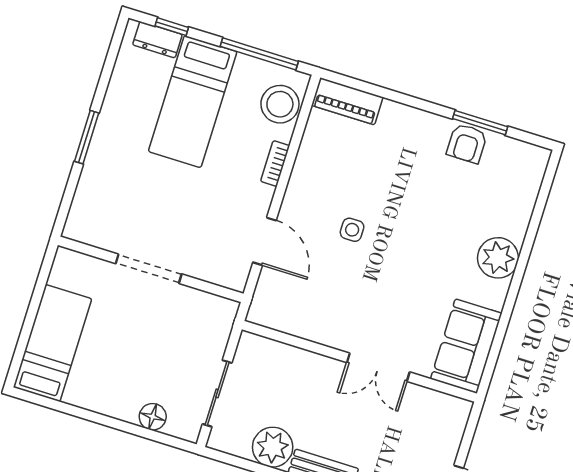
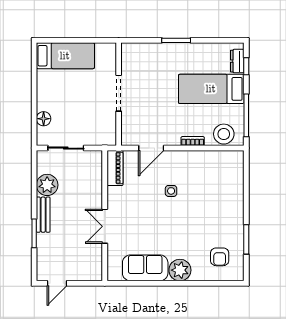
piano: (347, 101) -> (115, 168), moved, turned 180
armchair: (467, 143) -> (220, 257), moved, turned -90
sofa: (466, 346) -> (145, 268), moved

